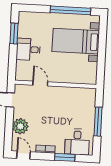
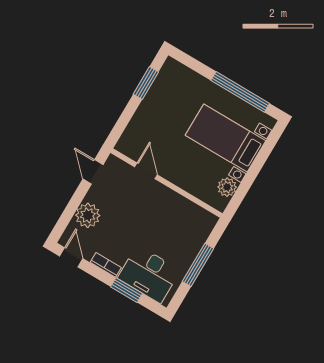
desk: (28, 49) -> (154, 115), removed
plant: (91, 69) -> (227, 187), added
desk: (77, 142) -> (149, 274), width x1.37

